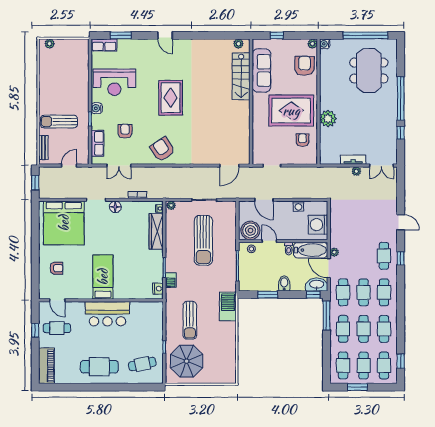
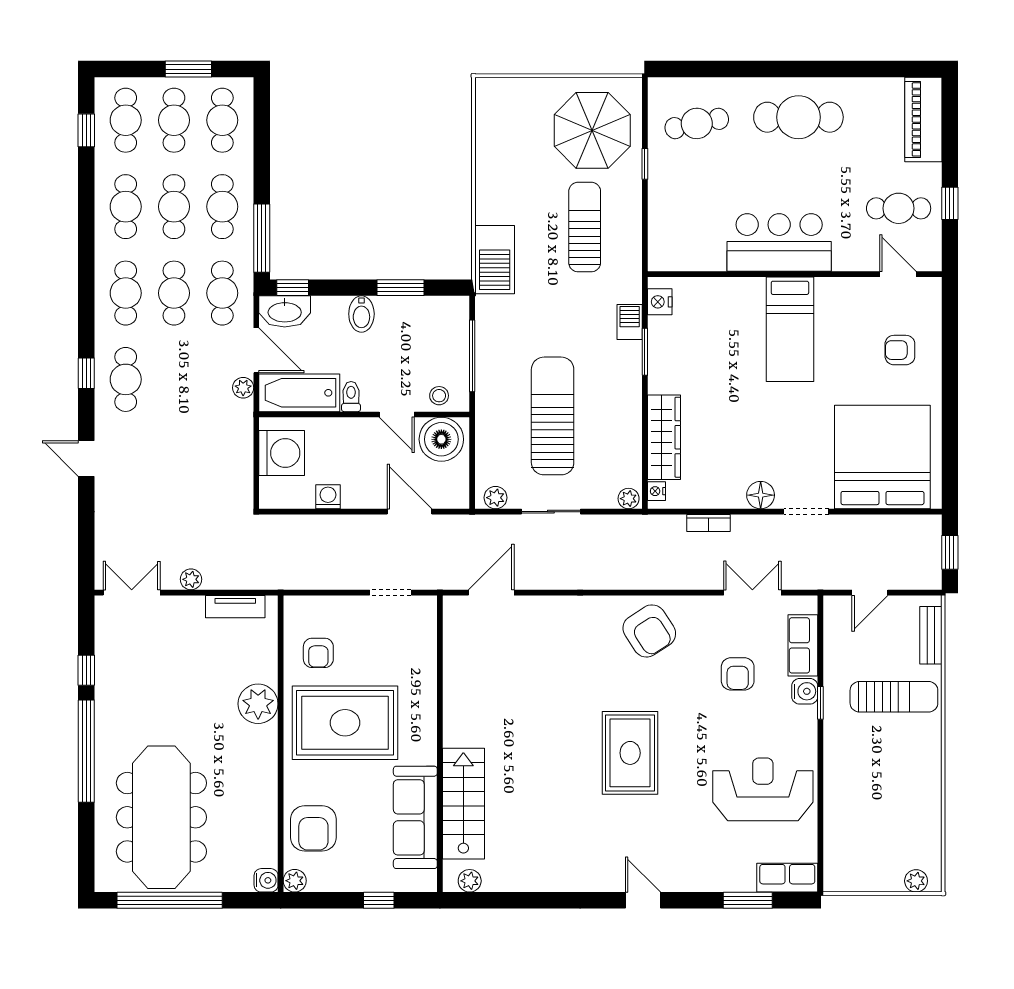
meeting table: (369, 71) -> (161, 817), width x1.36
water cooler: (97, 108) -> (805, 691), moved
tv unit: (353, 160) -> (235, 607), moved
plant: (227, 206) -> (496, 498), added

